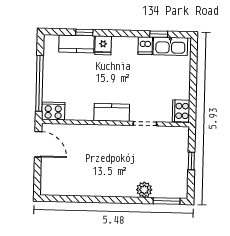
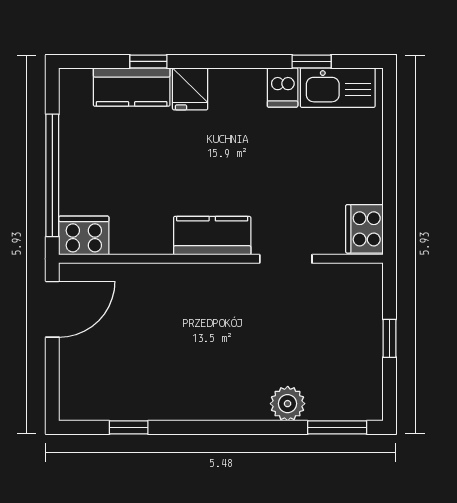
door: (38, 144) -> (52, 309), hinge flipped
window: (72, 199) -> (129, 427), added

